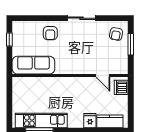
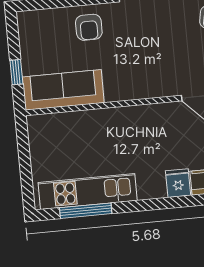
window: (9, 39) -> (16, 72), moved

